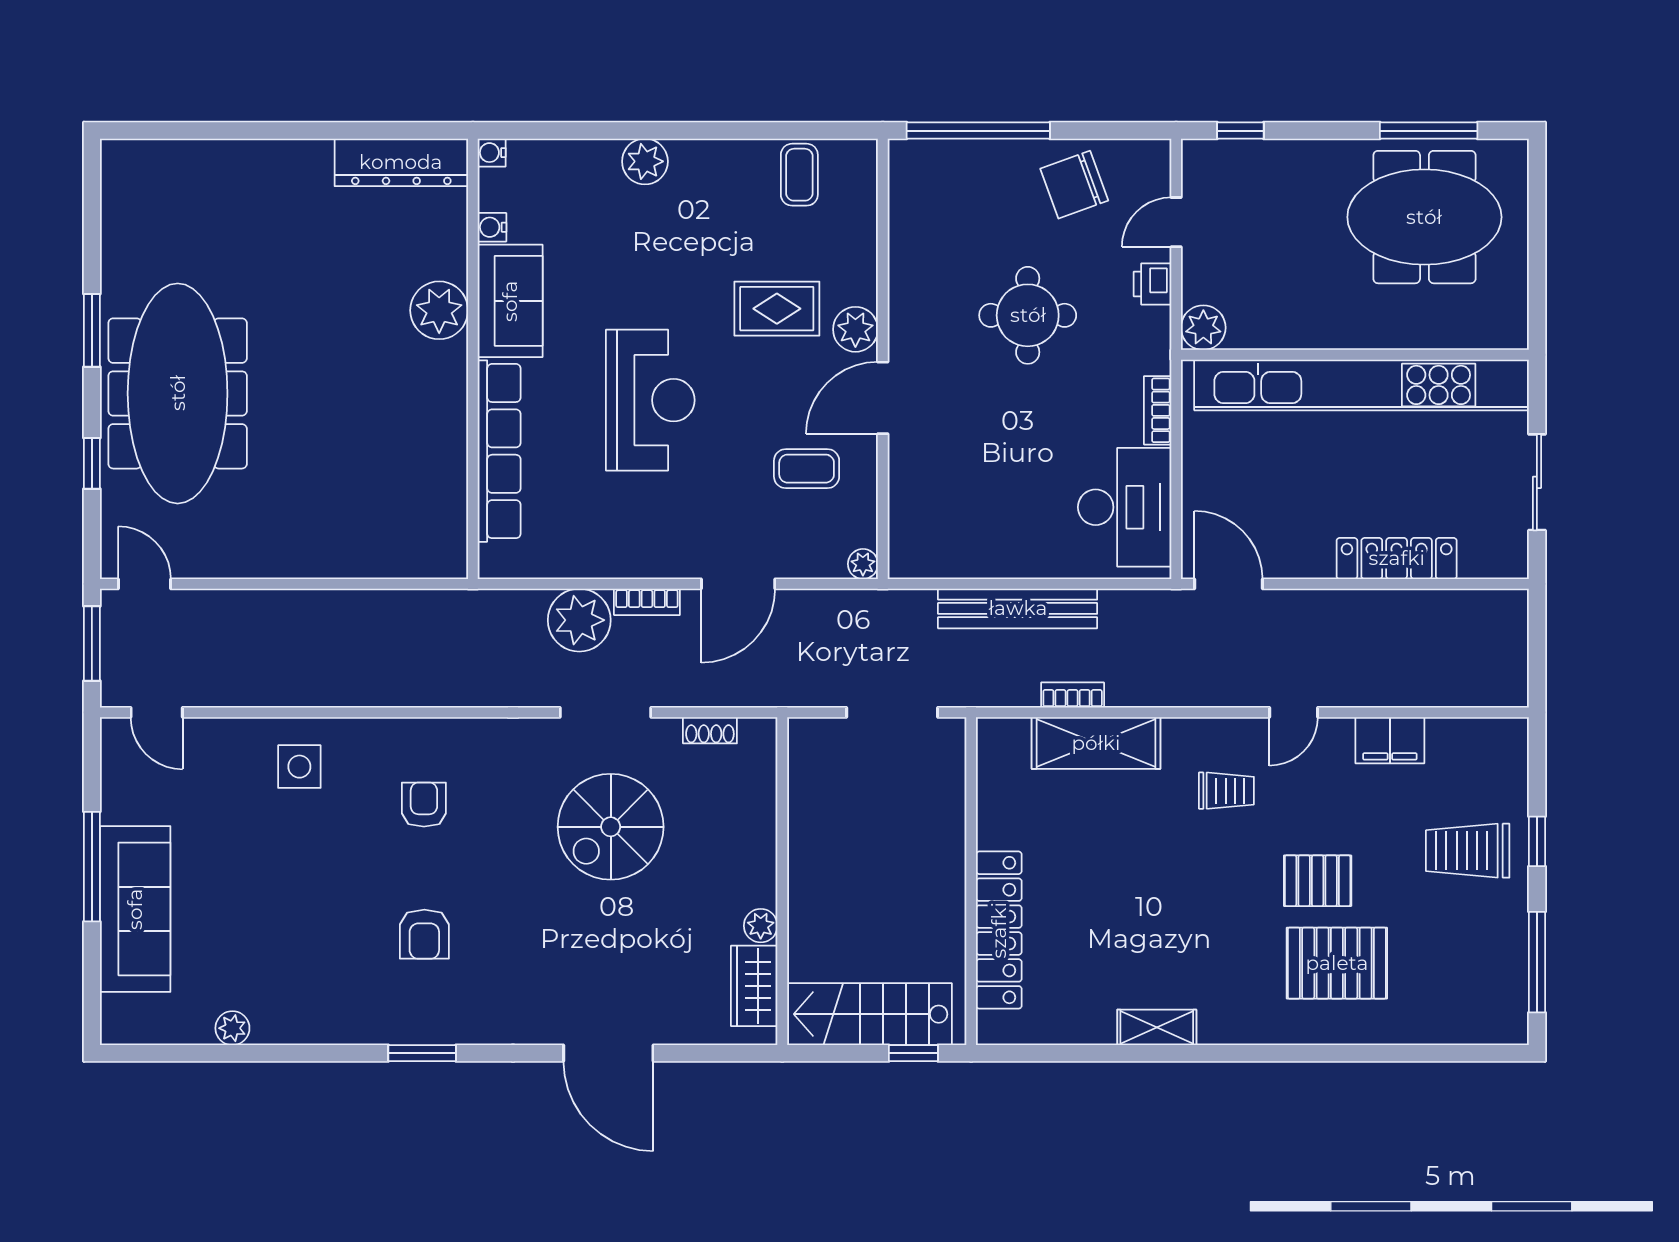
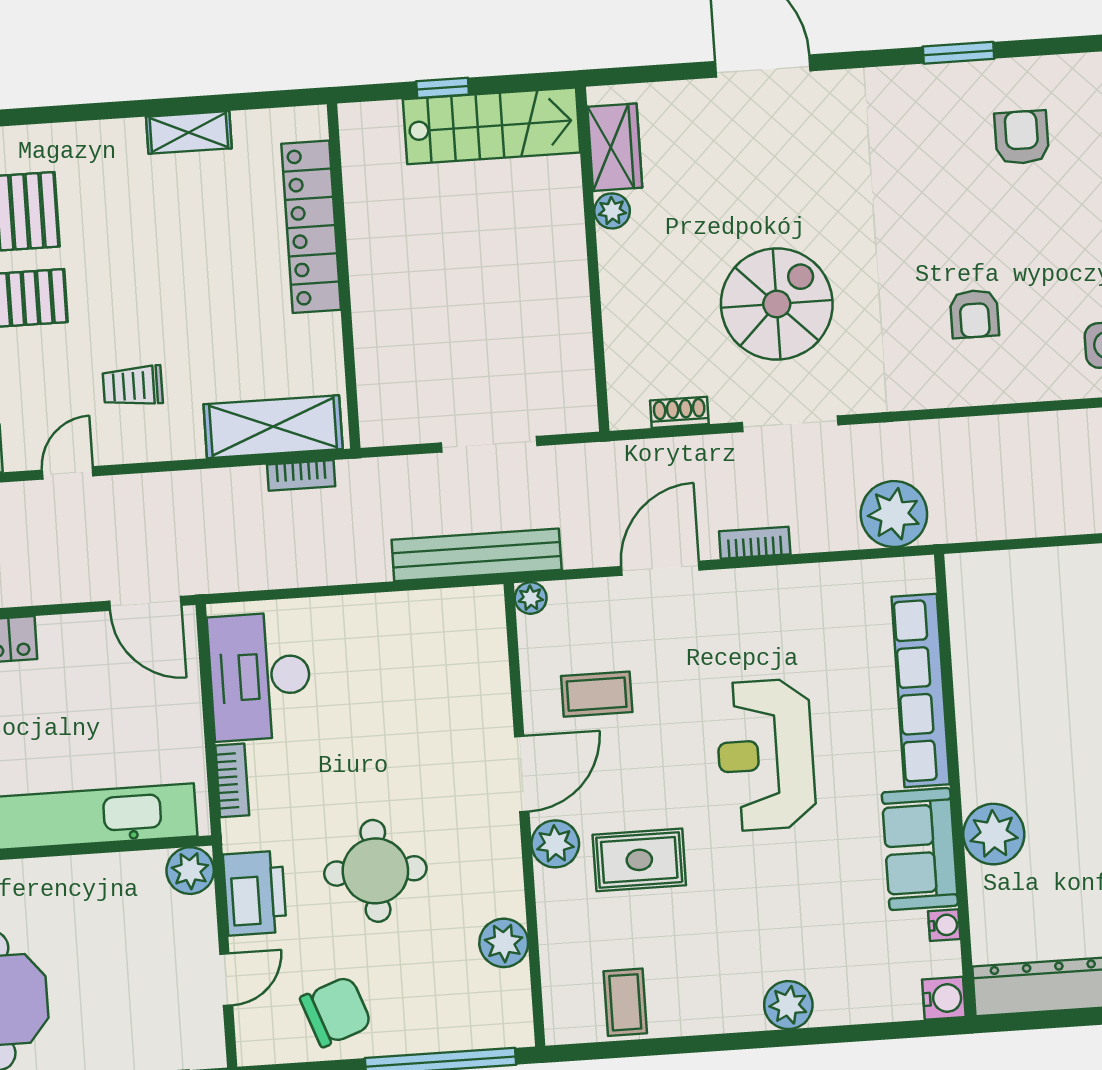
water cooler: (492, 153) -> (944, 998), width x1.38, depth x1.38
plant: (911, 239) -> (504, 943), added
printer: (1152, 284) -> (255, 893), width x1.87, depth x1.48
bench: (1018, 608) -> (477, 555), moved
plant: (579, 620) -> (894, 514), moved
wall: (971, 881) -> (344, 276), moved
locker: (999, 930) -> (311, 227), moved
armchair: (424, 934) -> (1022, 137), moved

